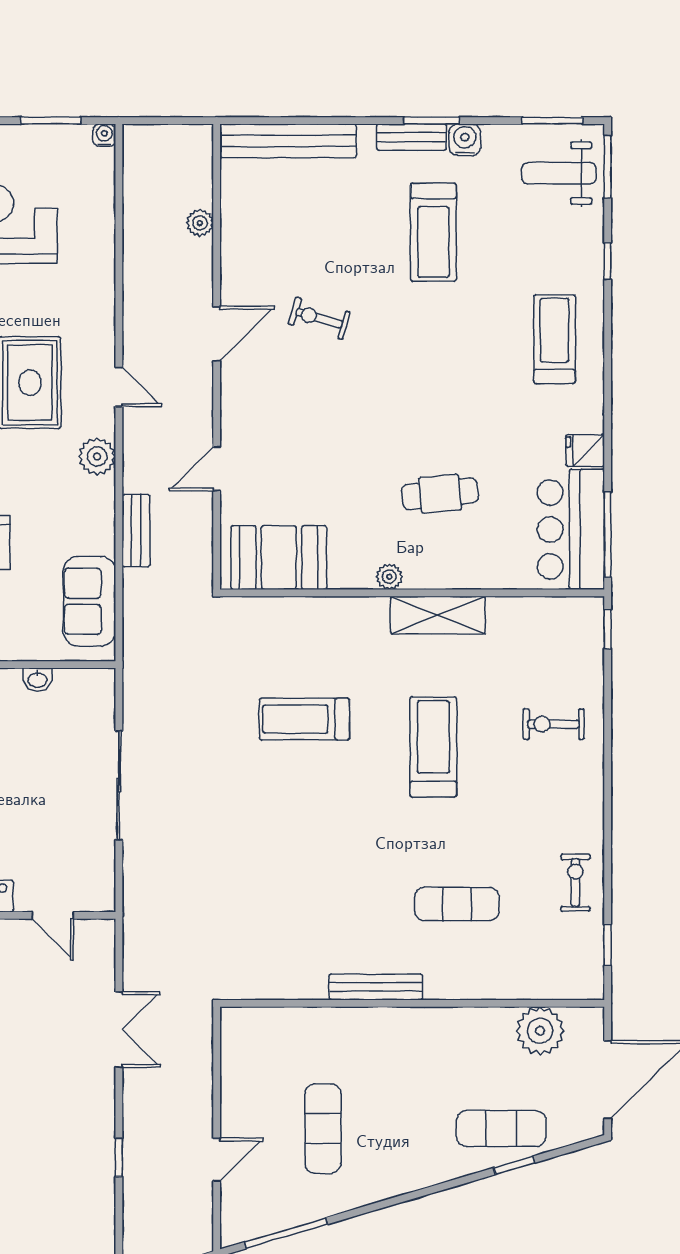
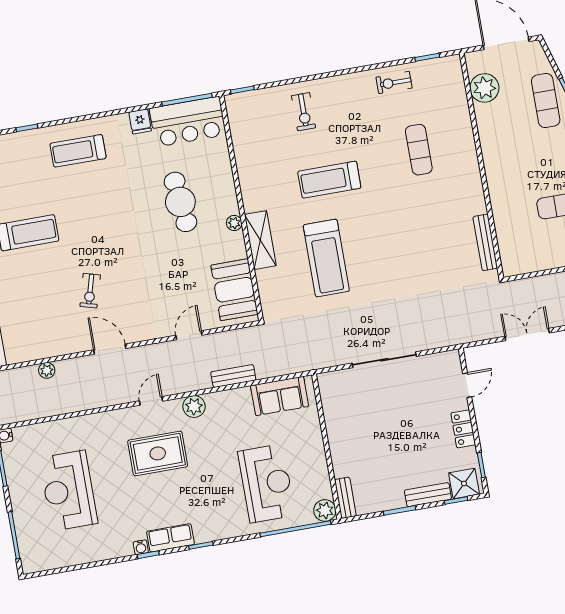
door: (217, 469) -> (189, 335), swing flipped
cafe table: (440, 494) -> (180, 202), width x1.37, depth x1.35
shelving: (438, 615) -> (260, 240), moved
washbasin: (38, 679) -> (331, 418), removed
treadmill: (304, 719) -> (326, 258), width x1.37, depth x1.38
bench: (376, 987) -> (485, 242), moved

